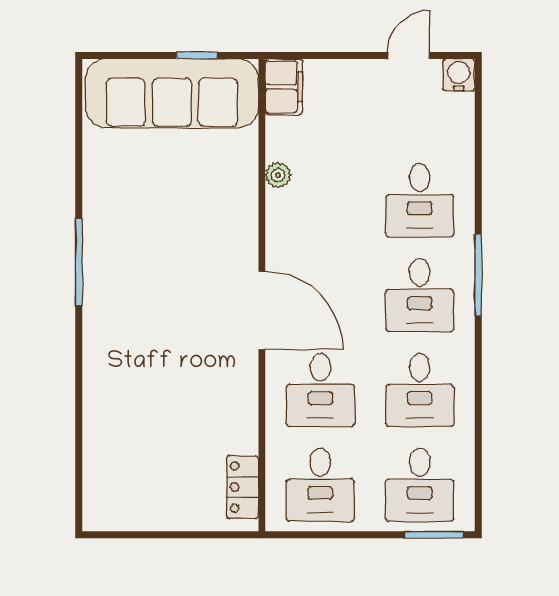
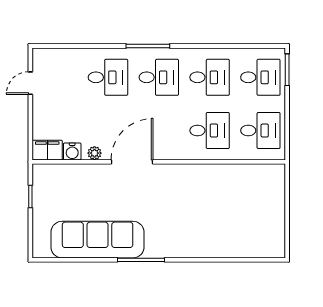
door: (409, 56) -> (30, 83), hinge flipped
water cooler: (459, 75) -> (72, 151), moved, turned -90
sofa: (172, 93) -> (98, 240), moved, turned -90
door: (262, 310) -> (132, 162), moved
locker: (243, 487) -> (262, 172), removed

